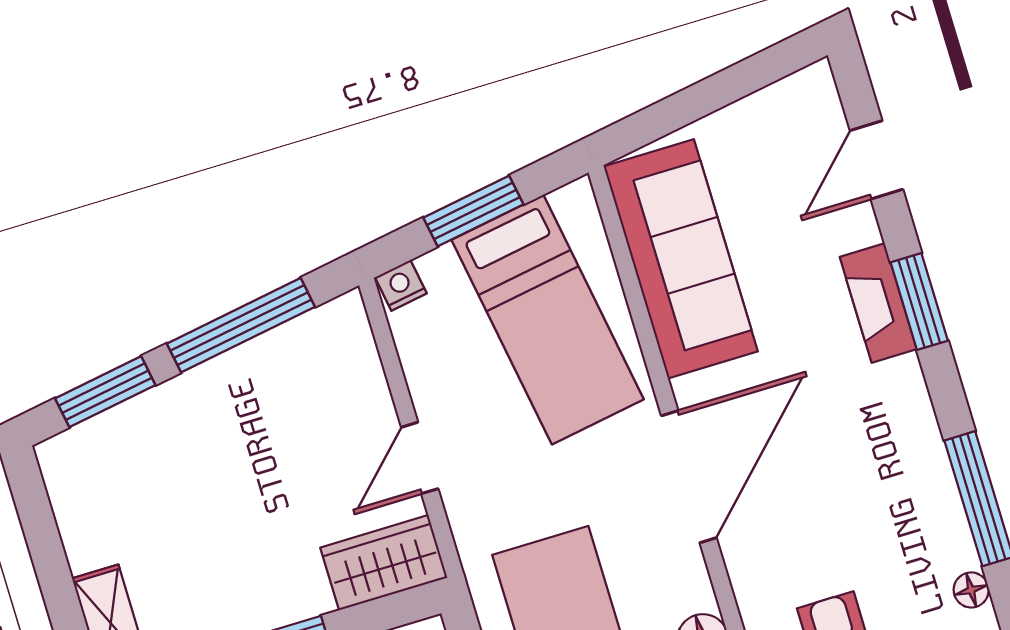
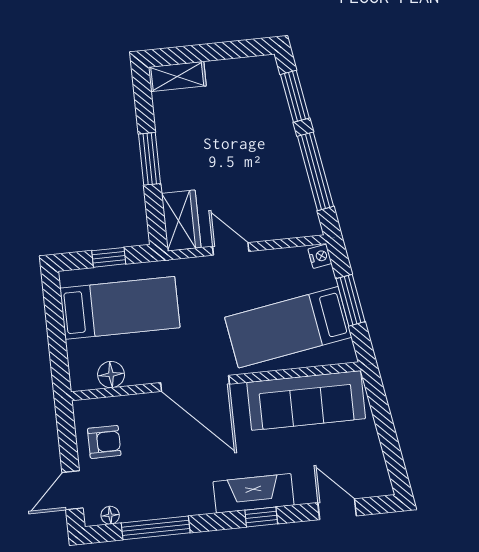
window: (919, 301) -> (261, 517), width x0.67
fireplace: (878, 303) -> (254, 493), width x1.37, depth x1.32

